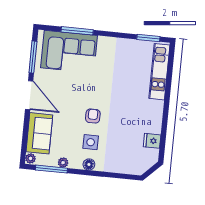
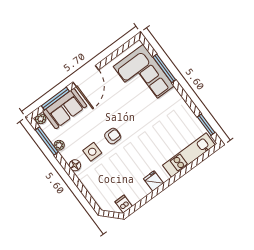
window: (33, 57) -> (55, 99), moved
fridge: (152, 141) -> (153, 181), moved
dishwasher: (152, 154) -> (124, 204), added

